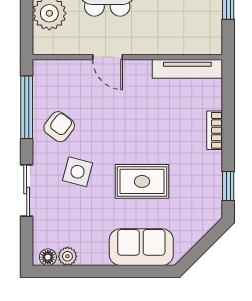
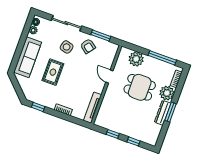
door: (108, 57) -> (109, 77), hinge flipped
window: (27, 107) -> (101, 36), width x0.69
sliding door: (27, 190) -> (66, 23), width x1.37
sofa: (141, 247) -> (28, 57), width x1.36

